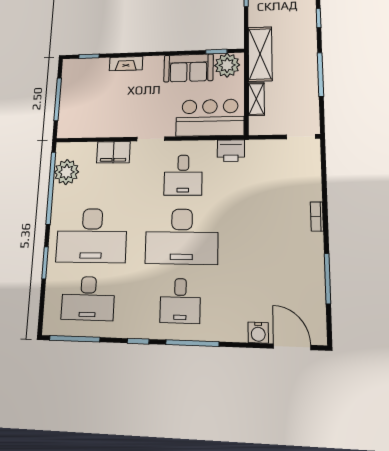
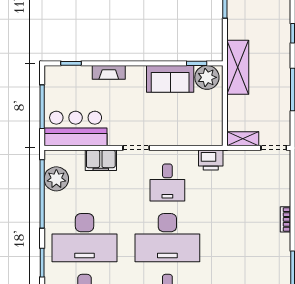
shelving: (256, 99) -> (243, 139), moved, turned 90
bar counter: (210, 118) -> (76, 128), moved

